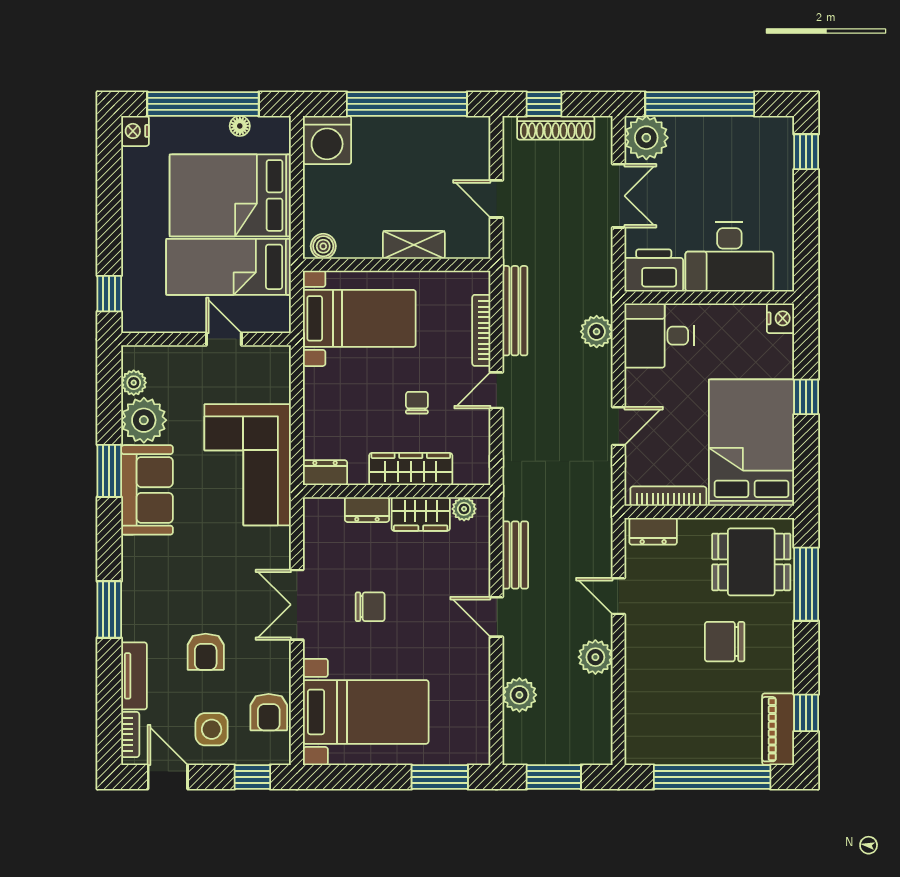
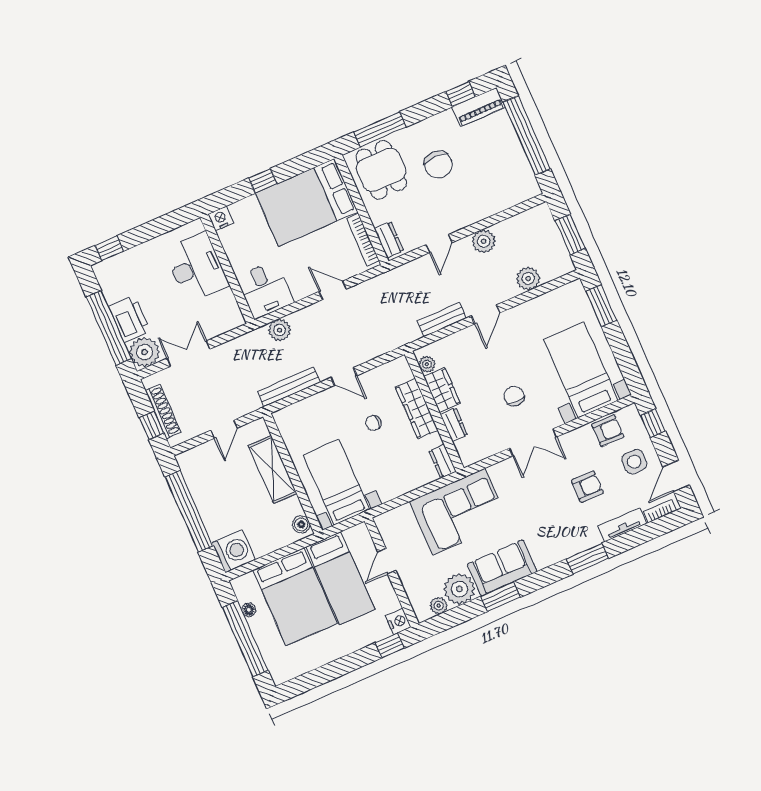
nightstand: (135, 131) -> (398, 621), moved, turned -90
shelving: (414, 245) -> (273, 469), width x1.50, depth x1.33
printer: (654, 270) -> (129, 319), moved, turned 180
bookcase: (481, 330) -> (310, 402), removed

